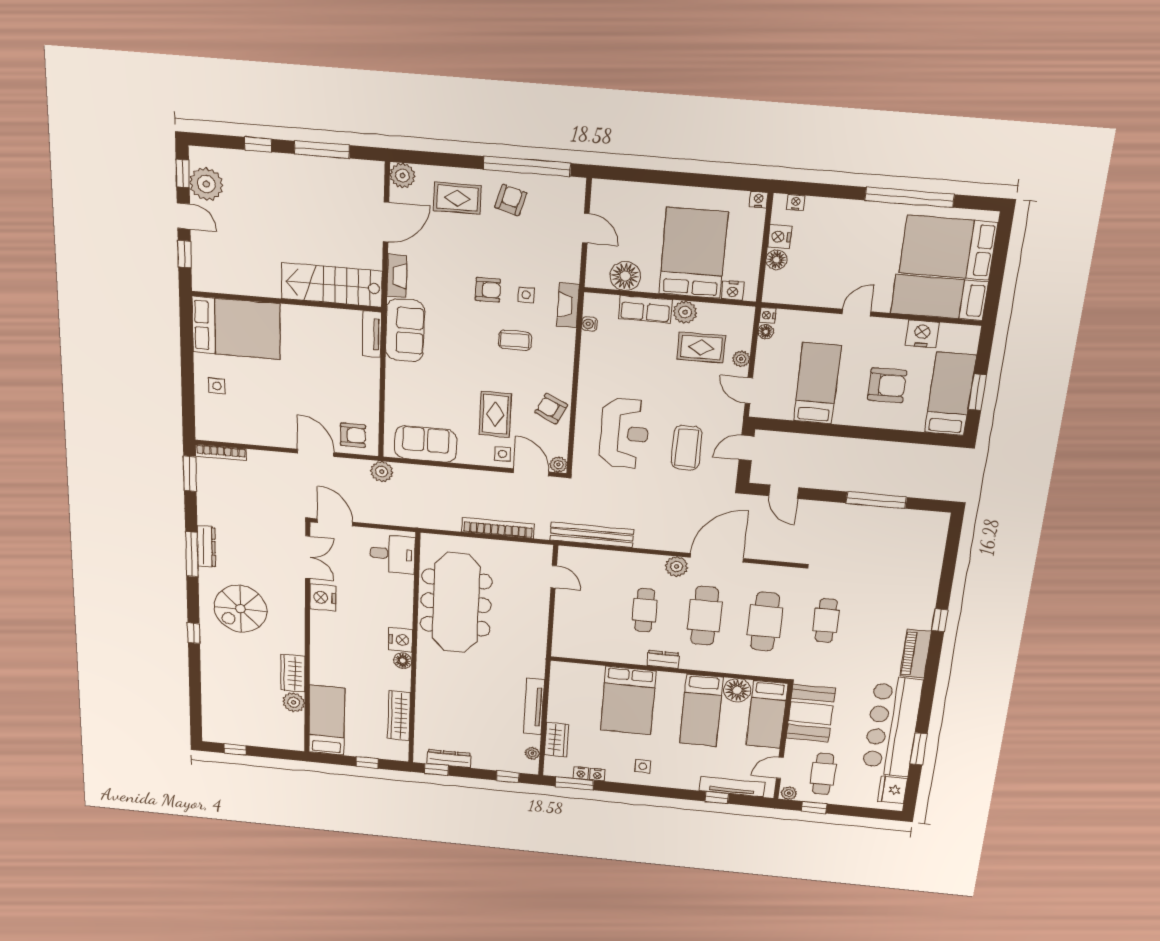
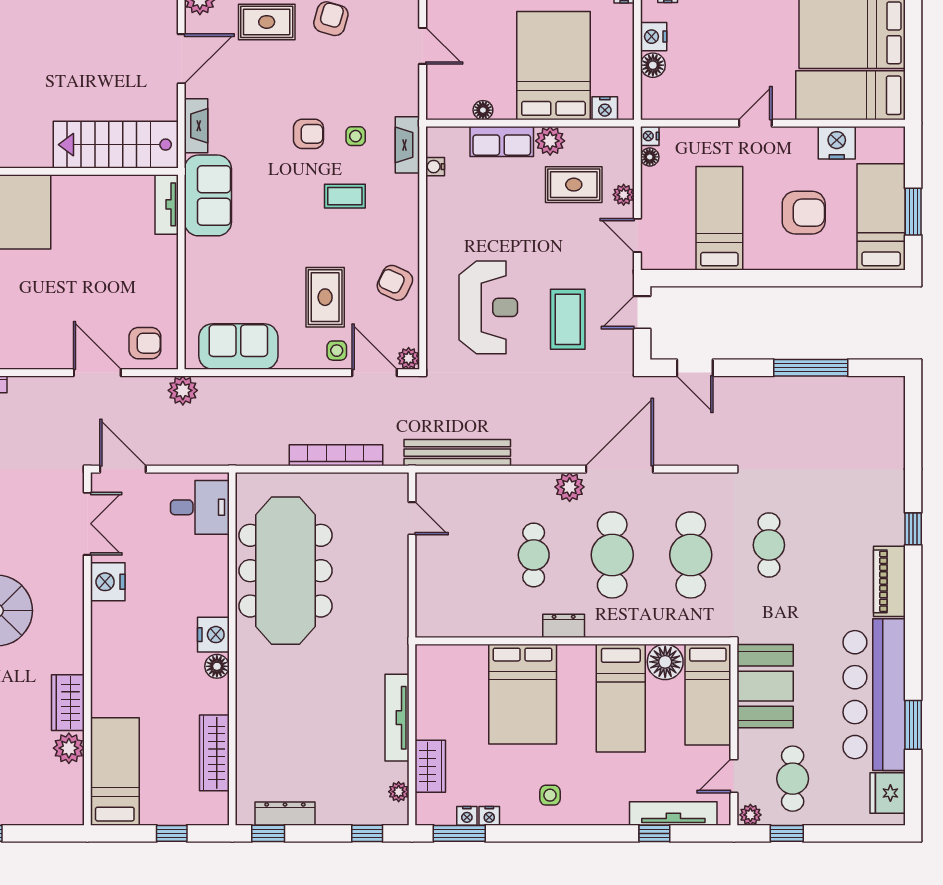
floor lamp: (625, 276) -> (483, 110), width x0.53, depth x0.53

